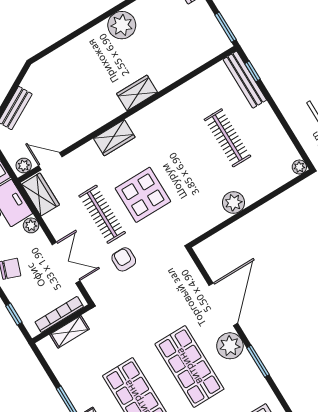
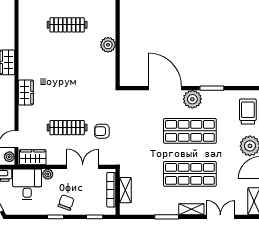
display table: (143, 195) -> (70, 96), removed

